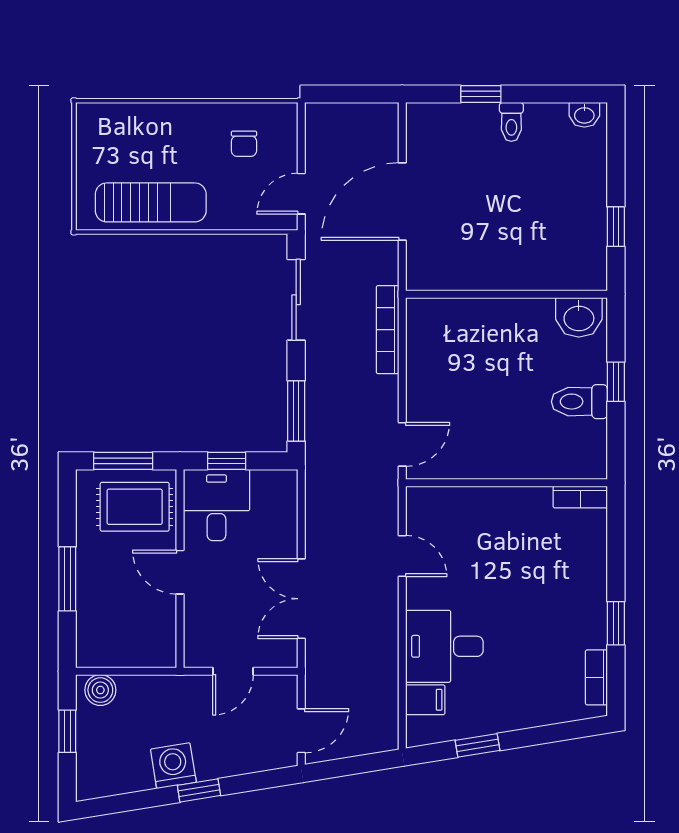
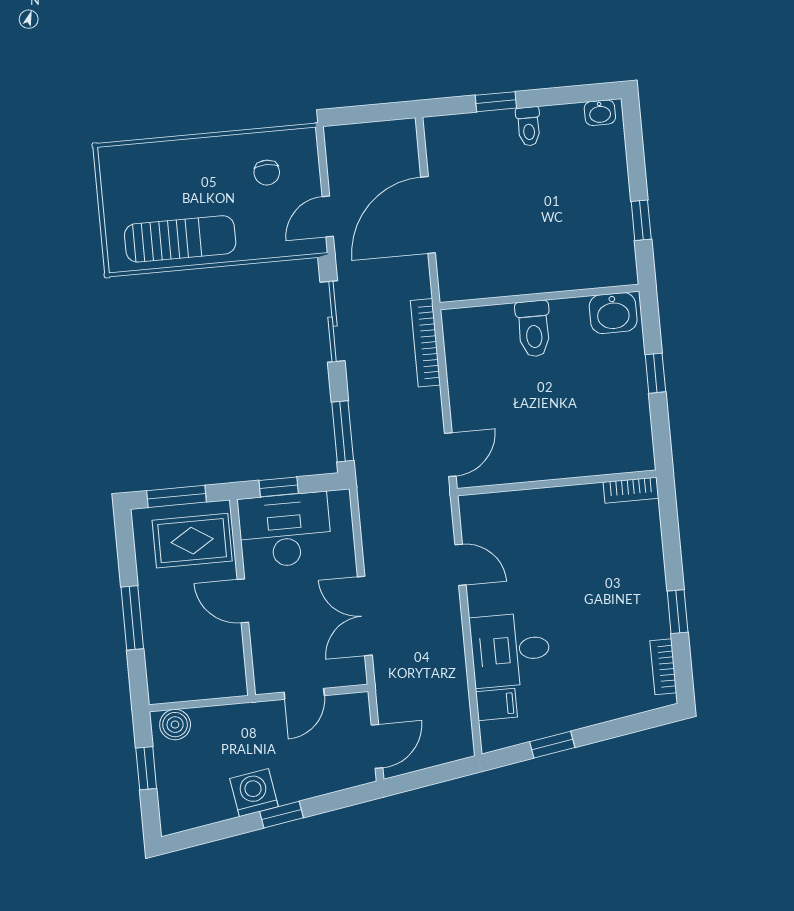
toilet: (579, 402) -> (534, 329), moved, turned -90
desk: (216, 505) -> (285, 530), width x1.37

